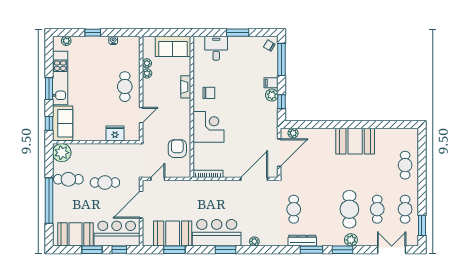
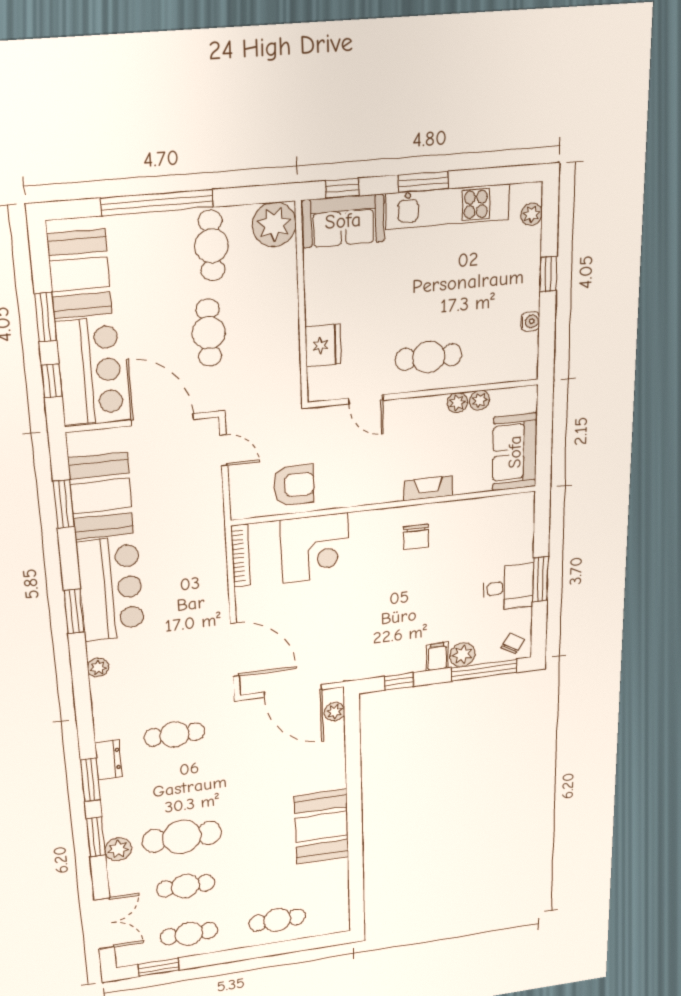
desk: (216, 48) -> (508, 587), moved
plant: (272, 95) -> (462, 655), moved
corner desk: (208, 127) -> (315, 548), moved
dresser: (302, 241) -> (108, 760), width x0.70

